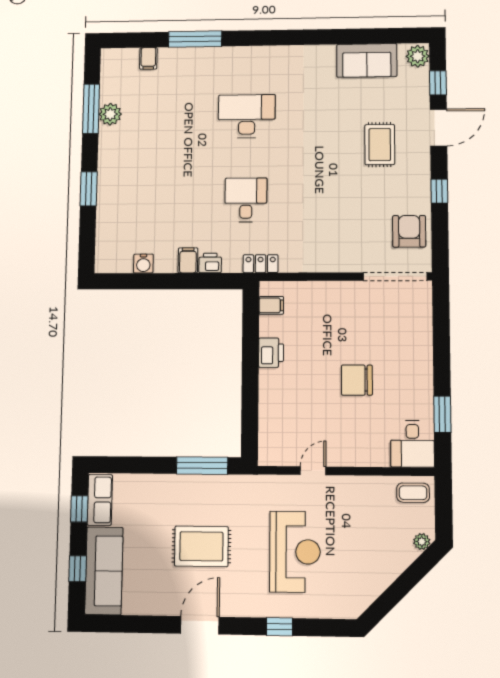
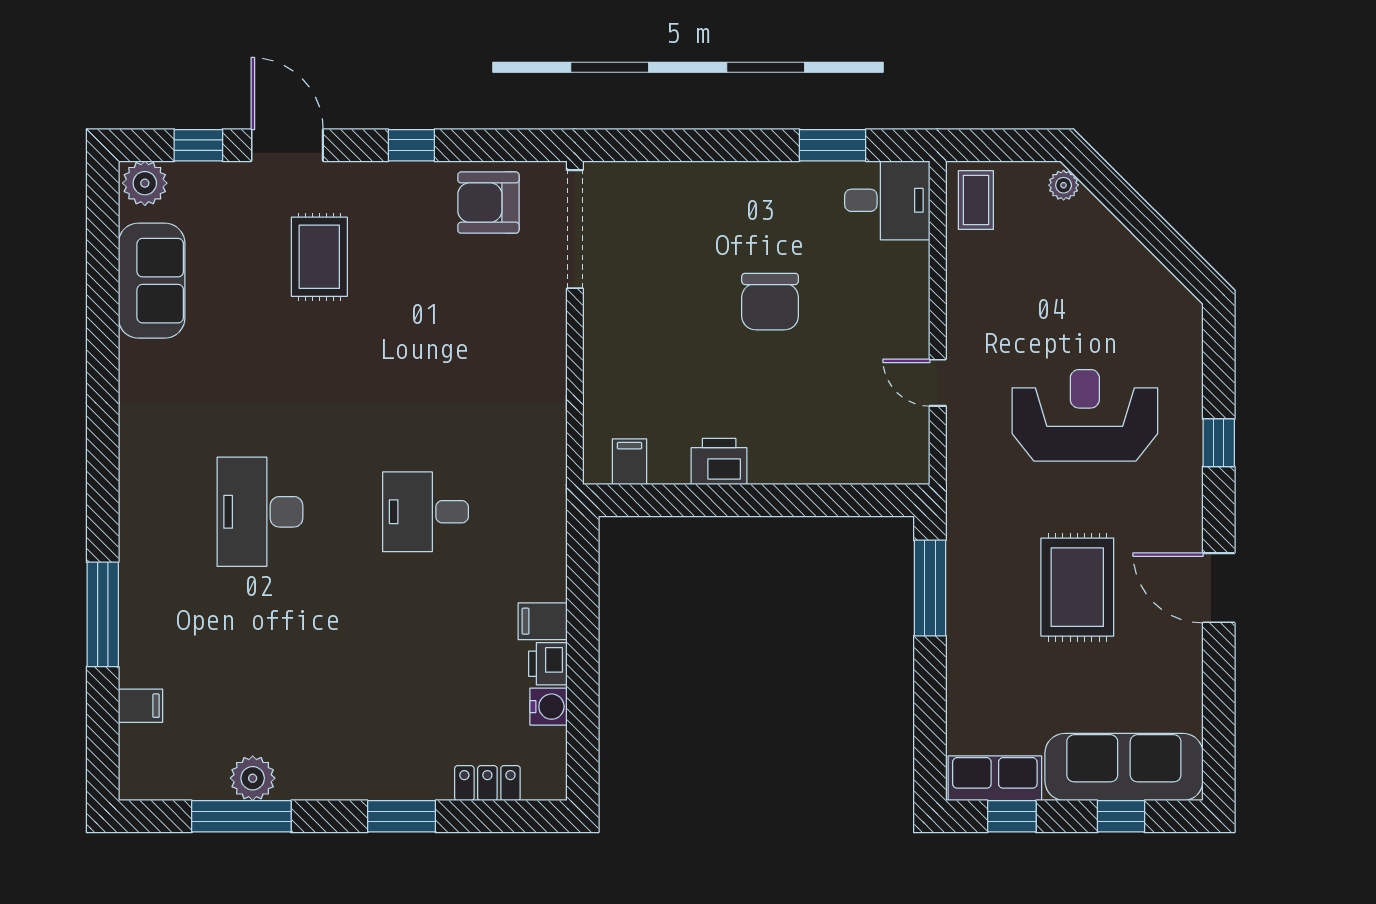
rug: (380, 145) -> (319, 257), turned 90
printer: (210, 263) -> (548, 664), moved
locker: (261, 264) -> (487, 783), moved, turned 90

